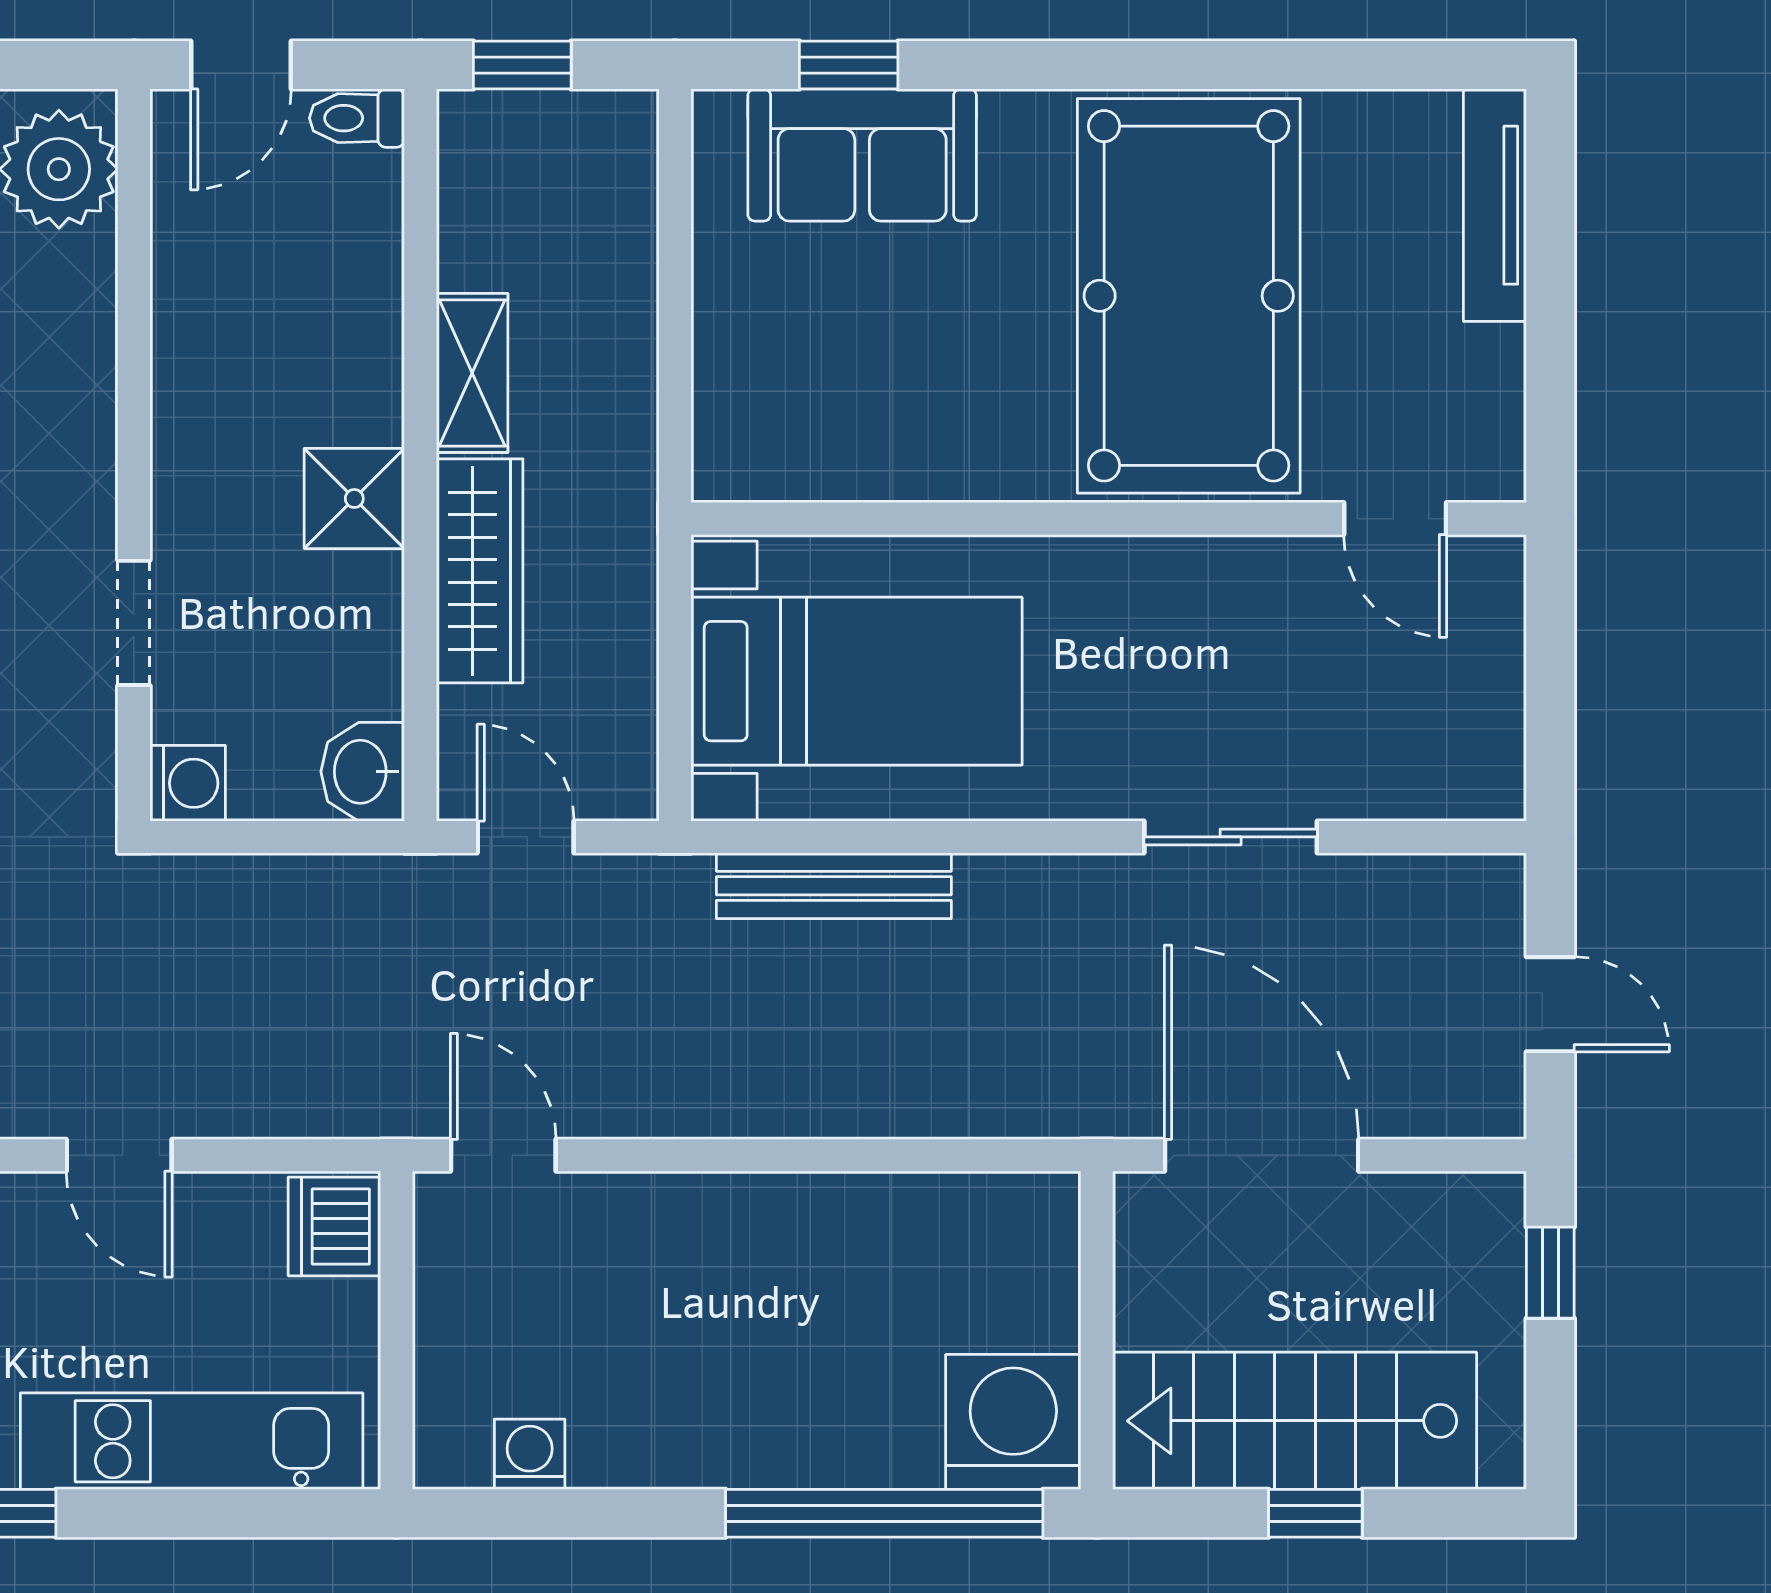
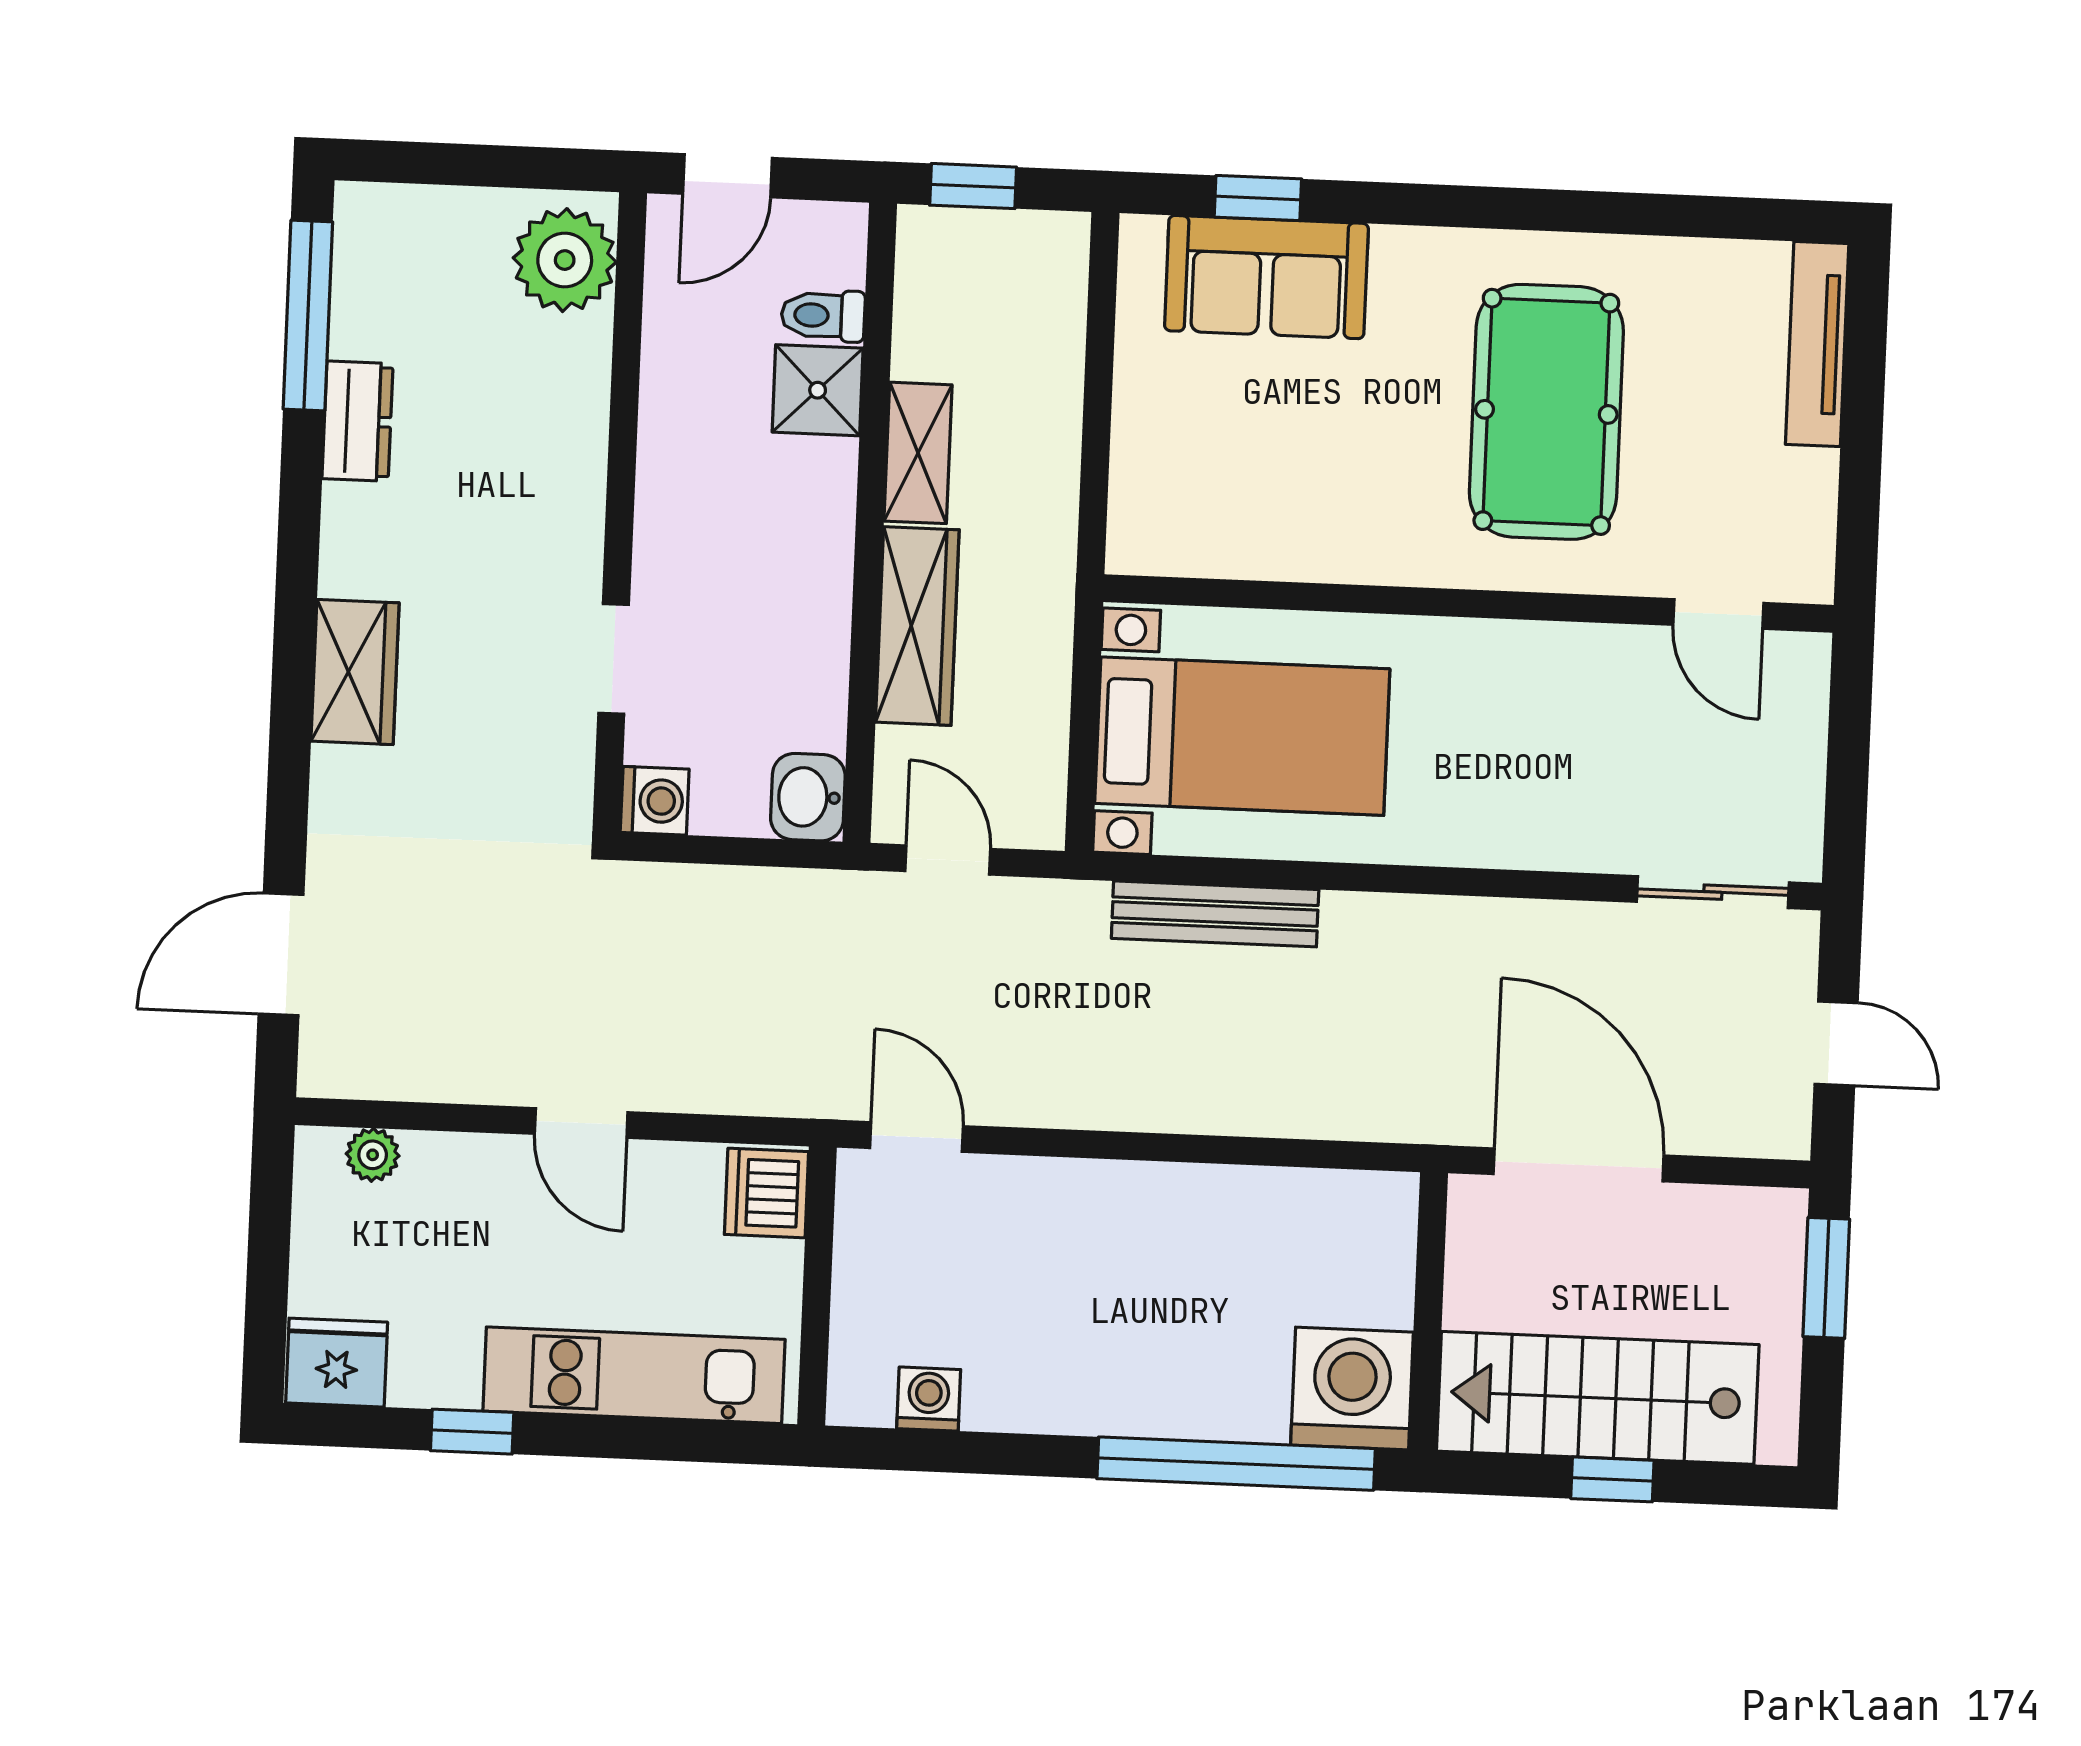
toilet: (357, 118) -> (823, 315), moved
pool table: (1189, 296) -> (1546, 412), width x0.73, depth x0.76
shower: (354, 498) -> (818, 390), moved
sliding door: (1231, 837) -> (1713, 892), moved
window: (1550, 1273) -> (1826, 1278), width x1.50

